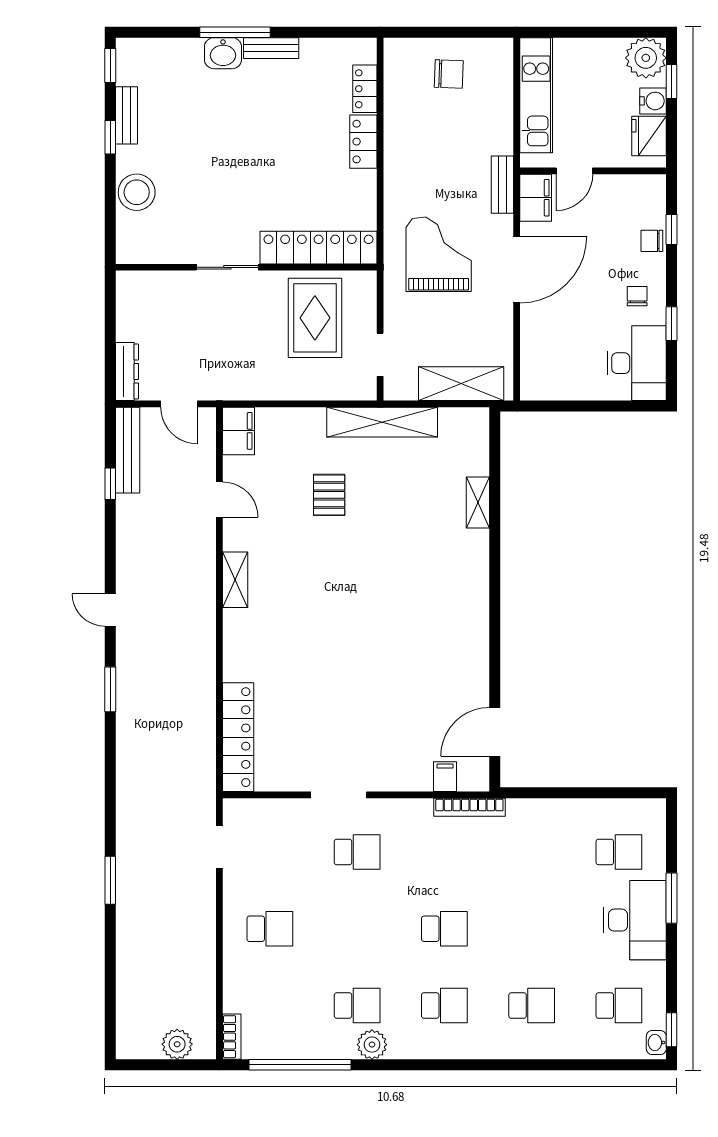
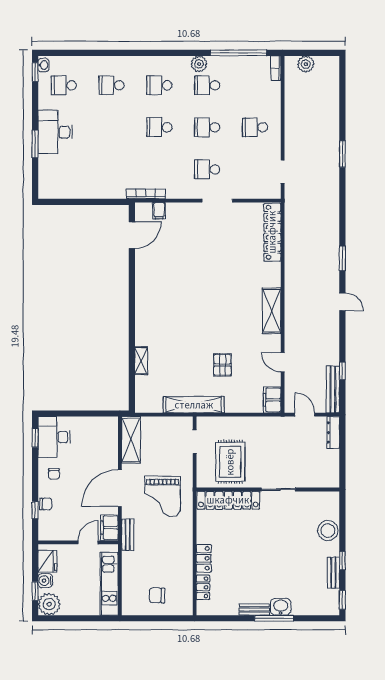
window: (671, 324) -> (35, 438), moved
shelving: (461, 384) -> (131, 440), moved, turned 90
shelving: (235, 580) -> (272, 311), width x1.50, depth x1.33
school desk: (619, 852) -> (207, 127), moved

